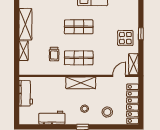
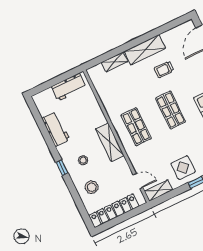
trolley: (54, 54) -> (164, 69), moved

